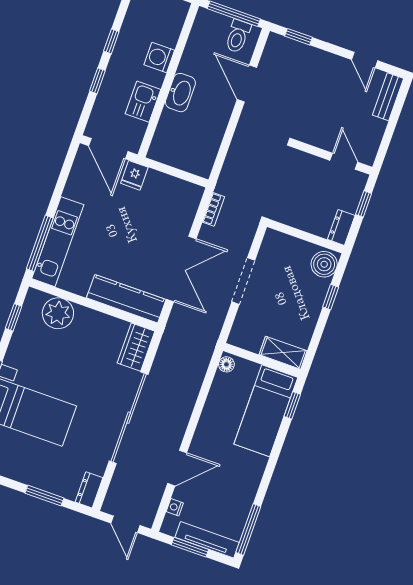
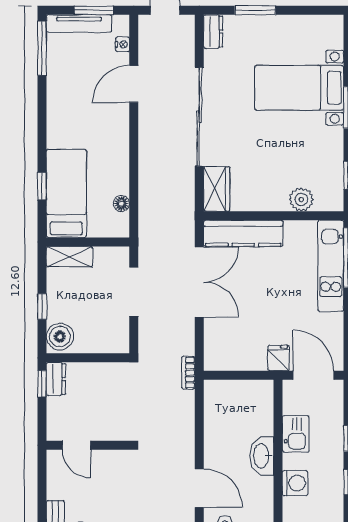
window: (364, 204) -> (42, 384), moved
bookcase: (213, 209) -> (188, 373), moved
double door: (181, 269) -> (199, 282), swing flipped
plant: (58, 313) -> (301, 199), width x0.73, depth x0.73
shelving: (283, 353) -> (69, 257), moved
wall: (262, 360) -> (88, 242), moved
bed: (266, 411) -> (66, 193), moved

